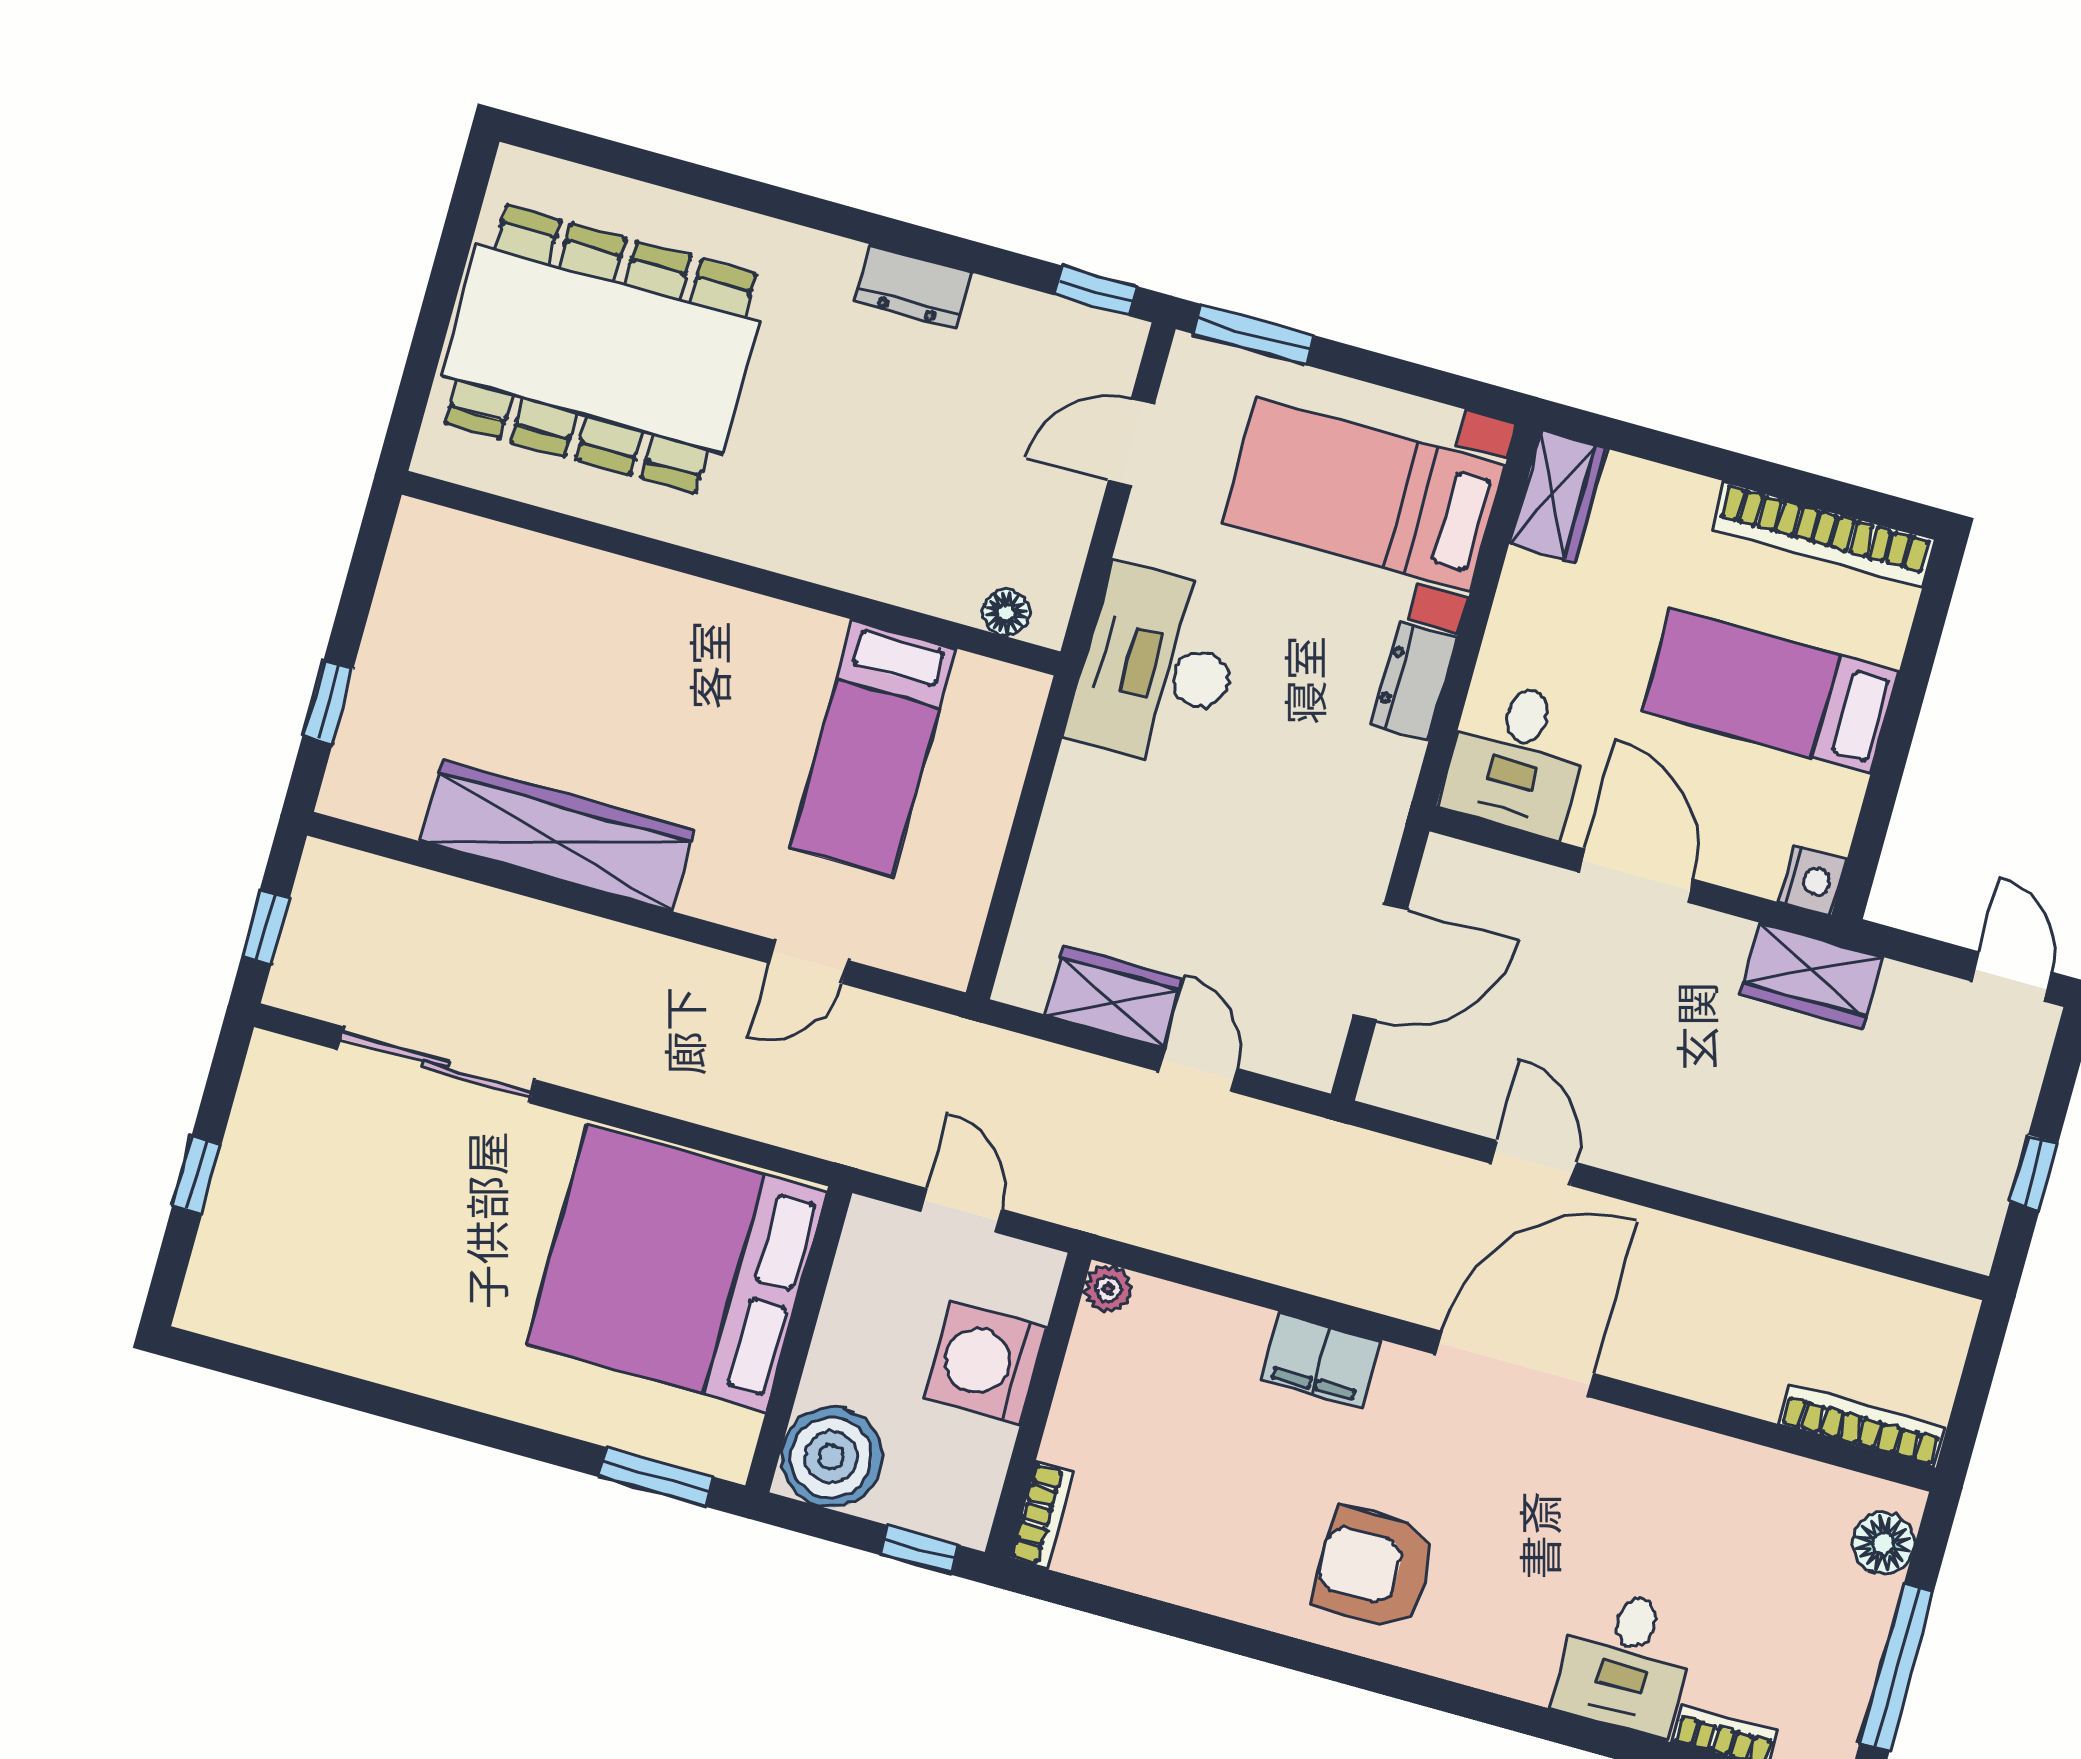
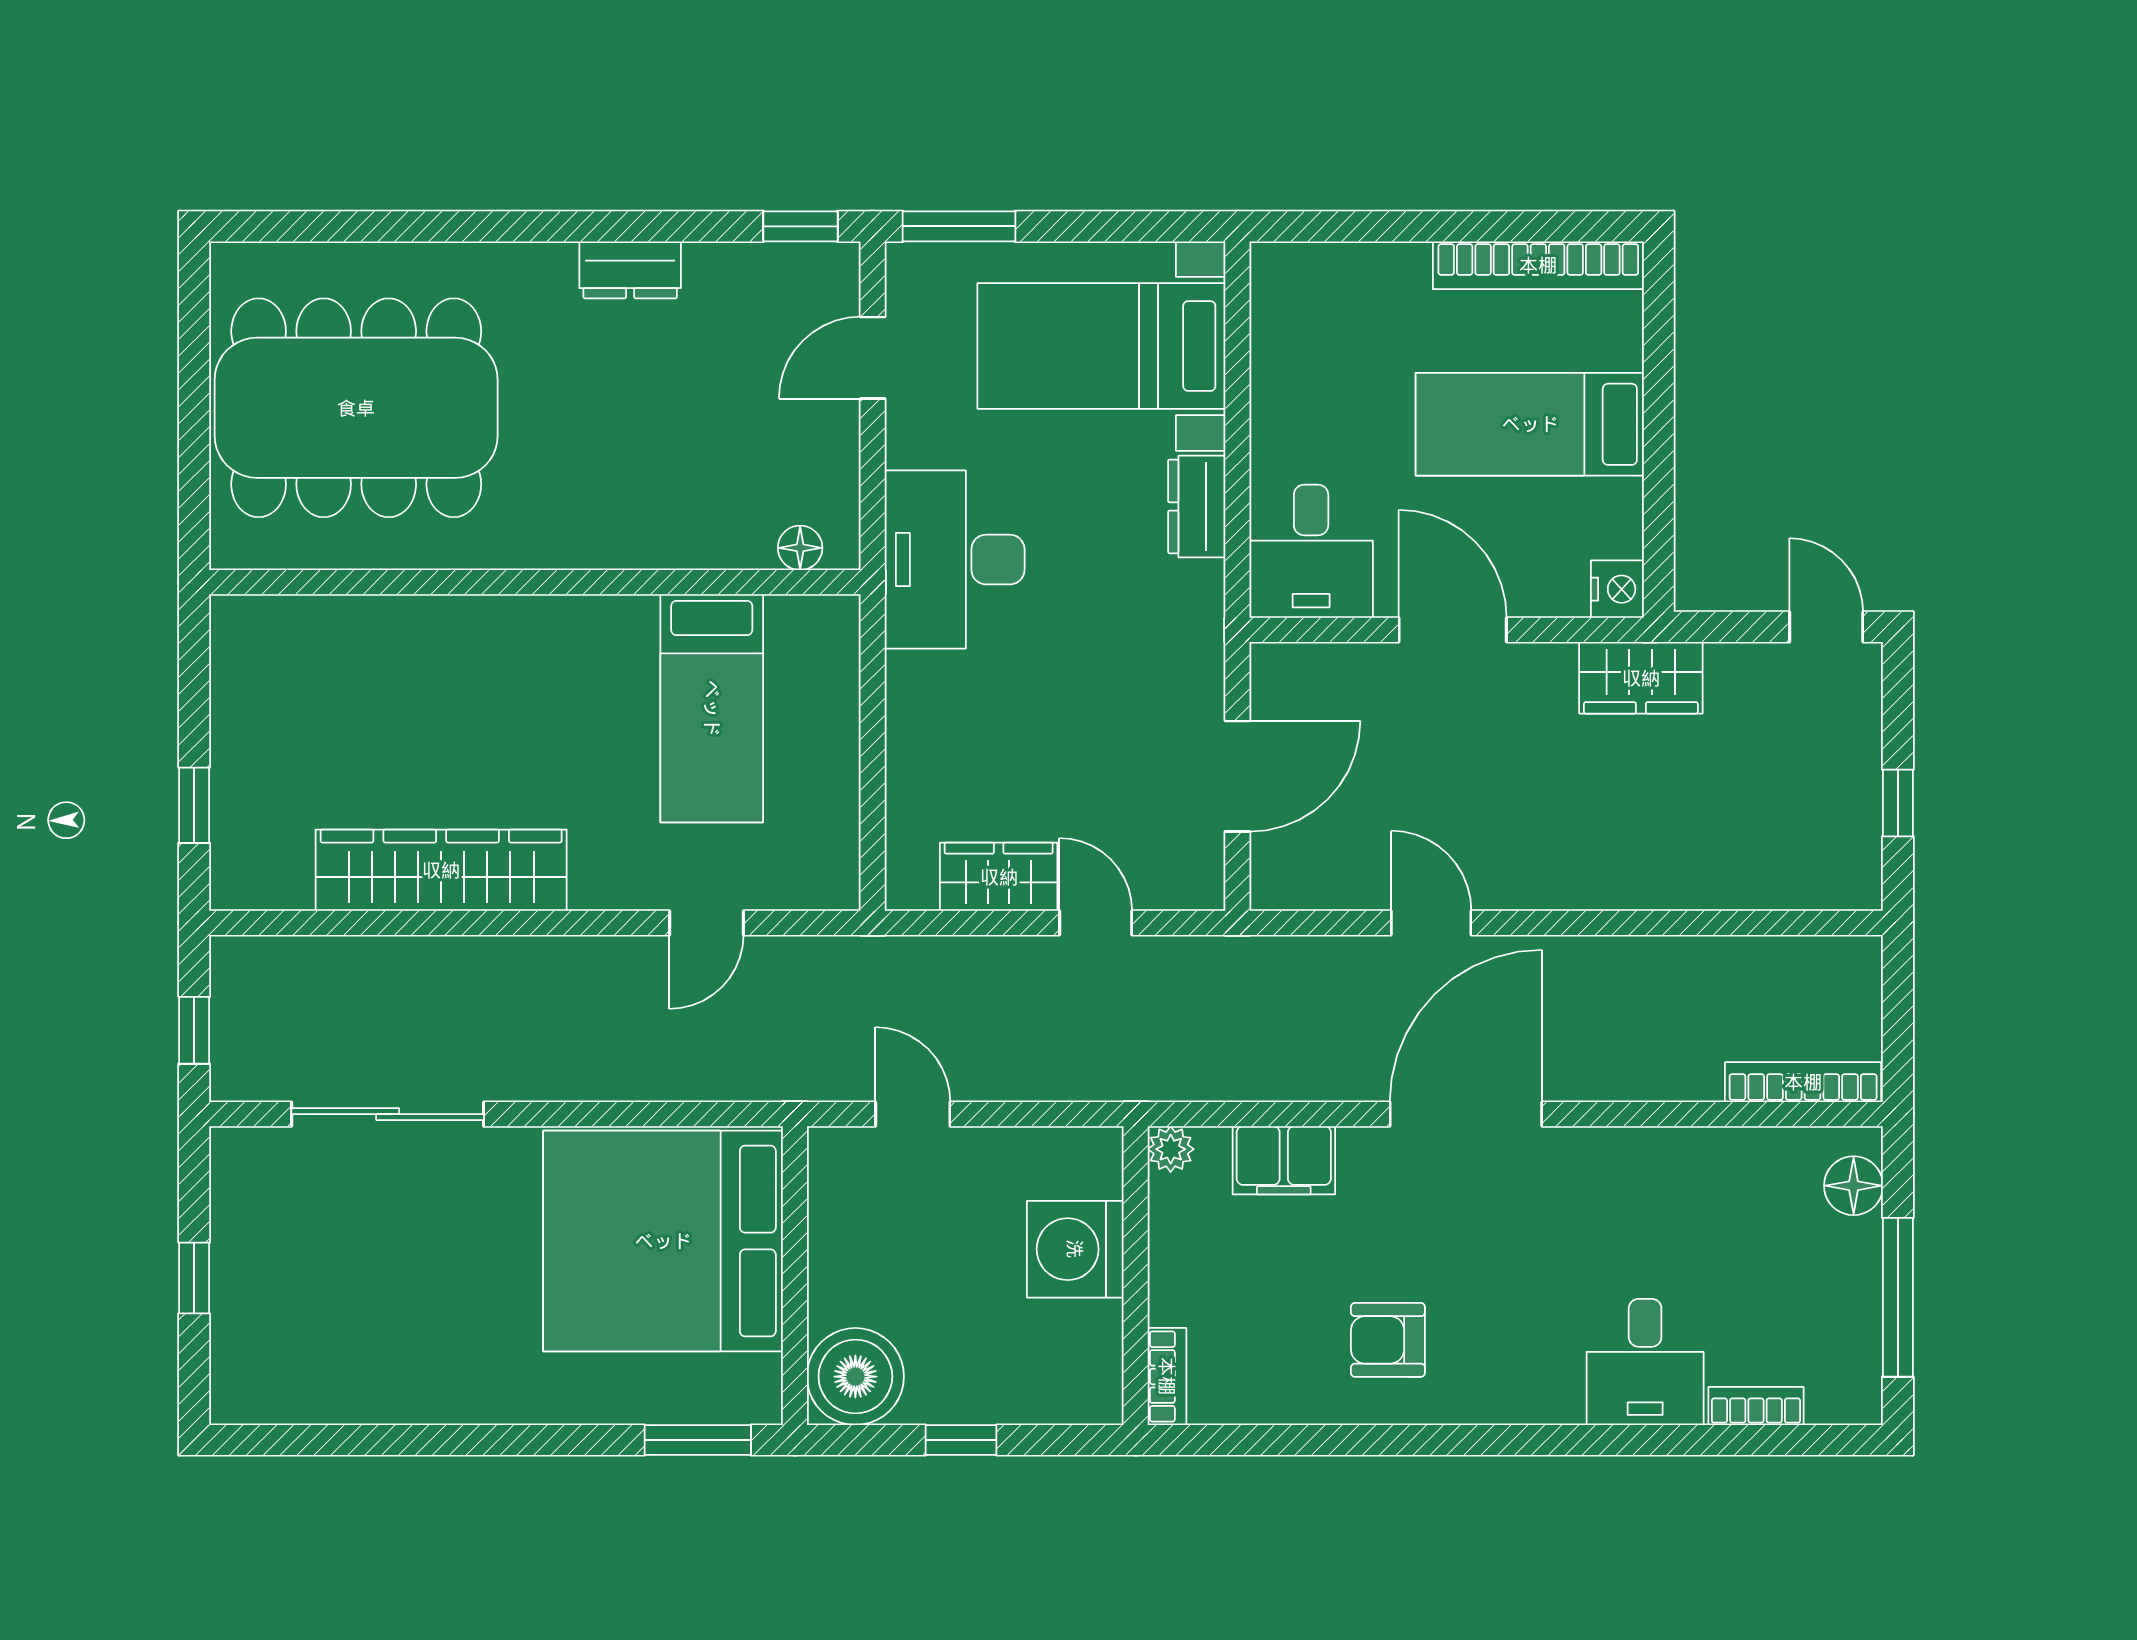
wardrobe: (1558, 496) -> (1282, 298), removed
plant: (1108, 1289) -> (1171, 1149), moved
washing machine: (985, 1363) -> (1075, 1249), moved
wall: (1038, 1406) -> (1136, 1276), moved
bookcase: (1042, 1515) -> (1167, 1376), moved
armchair: (1374, 1568) -> (1388, 1340), width x0.72, depth x0.72

